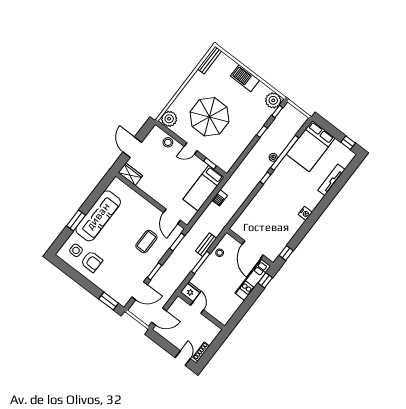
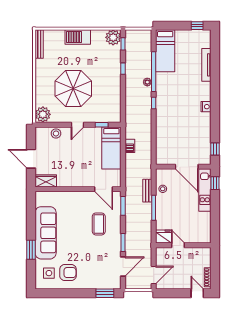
bed: (311, 146) -> (165, 51), width x0.67

